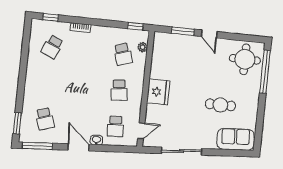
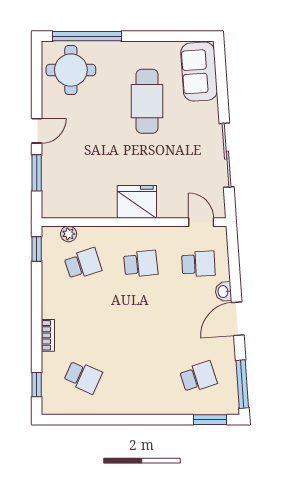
cafe table: (220, 105) -> (147, 101), width x1.37, depth x1.35

